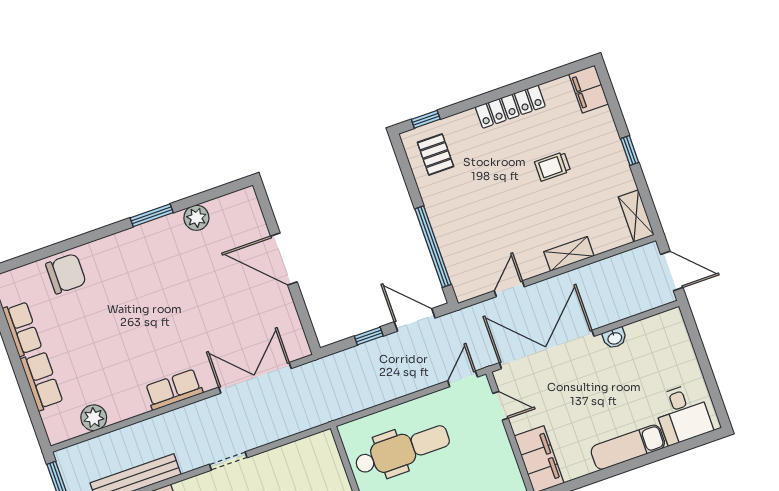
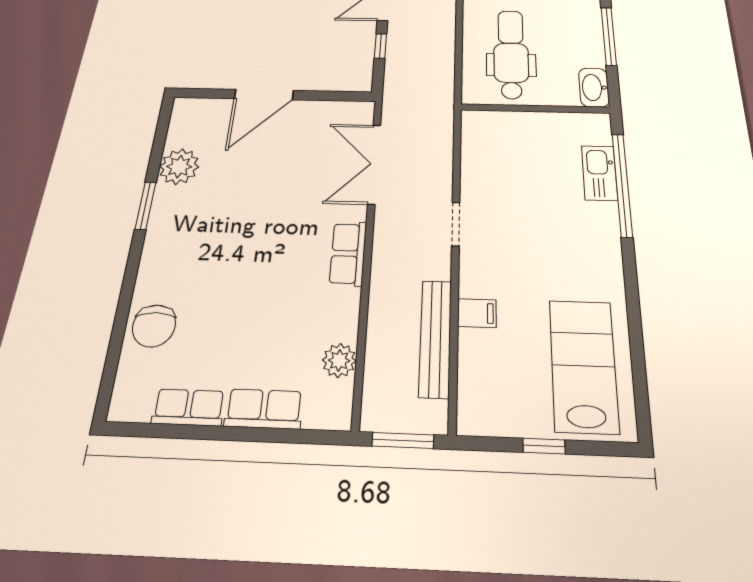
plant: (196, 218) -> (179, 167), width x1.36, depth x1.36
chair: (66, 274) -> (154, 326), turned 180

